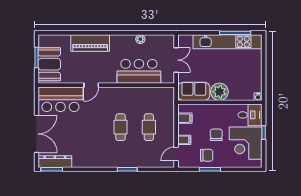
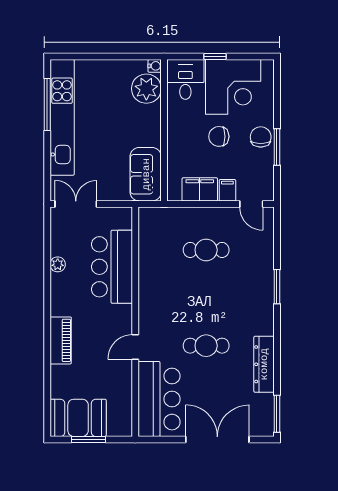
piano: (90, 43) -> (61, 340), width x0.73, depth x0.75
double door: (176, 60) -> (76, 204), moved
booth: (49, 64) -> (78, 418), moved
door: (91, 85) -> (135, 347), swing flipped
plant: (219, 92) -> (146, 89), moved
filing cabinet: (185, 118) -> (200, 189), width x2.00
cafe table: (121, 127) -> (206, 346), moved
chair: (207, 155) -> (261, 137), moved
dresser: (55, 162) -> (264, 364), moved

